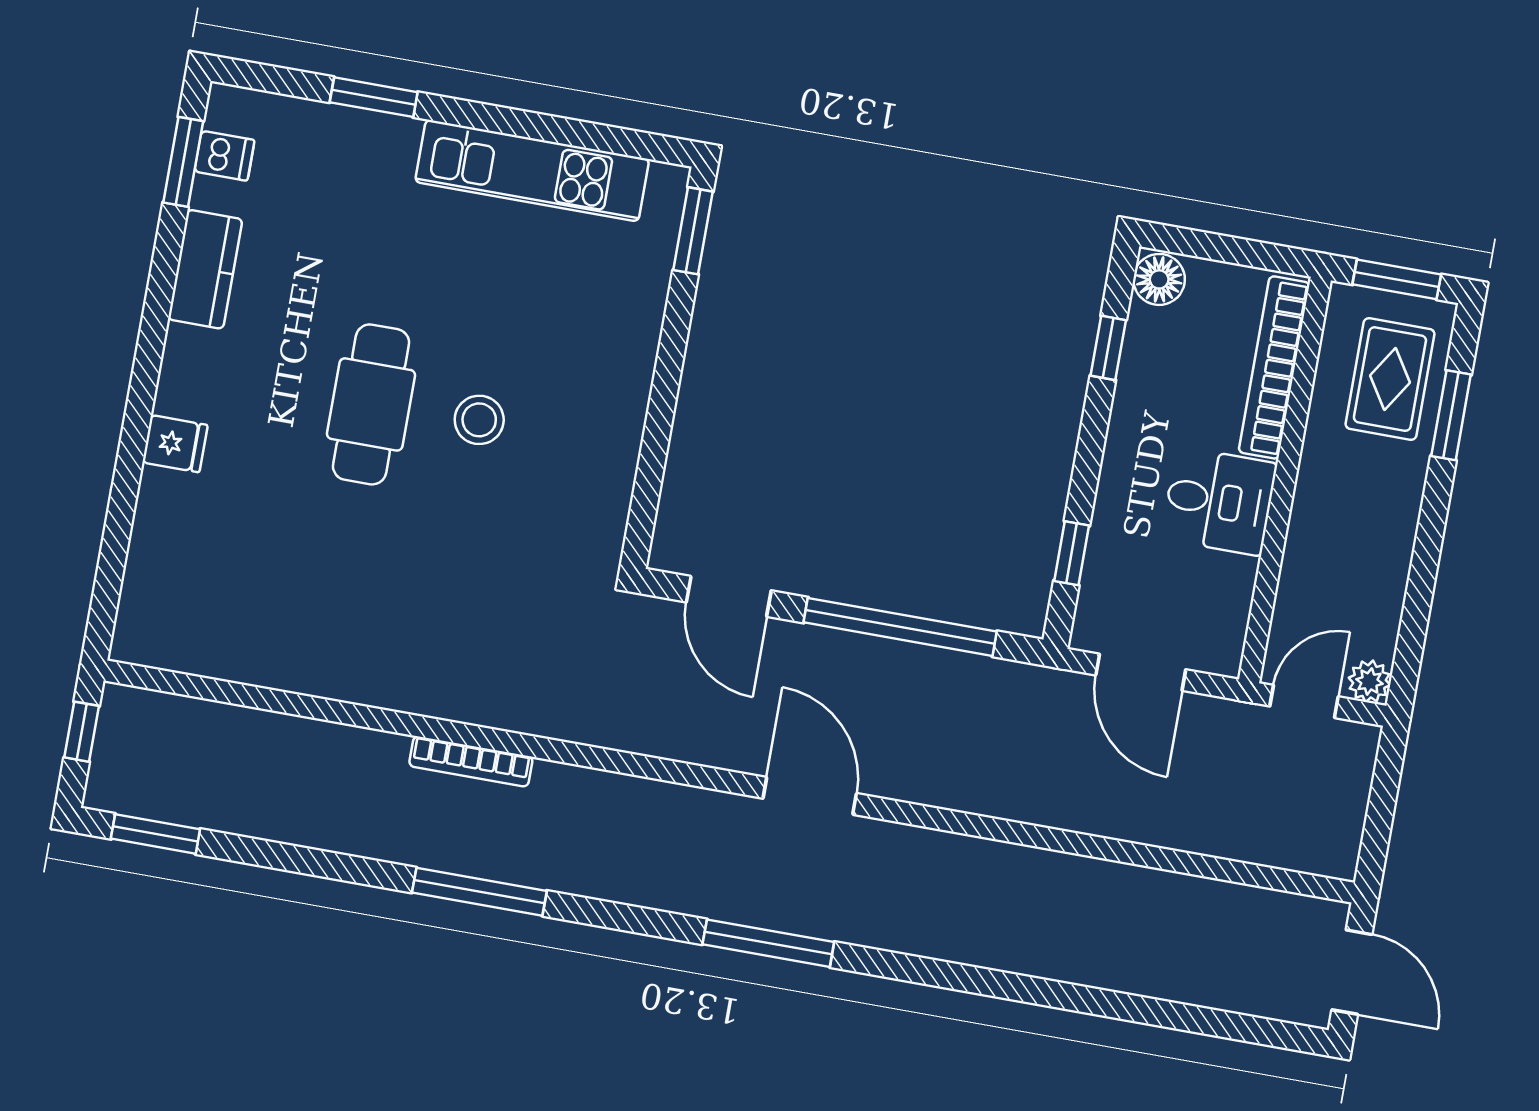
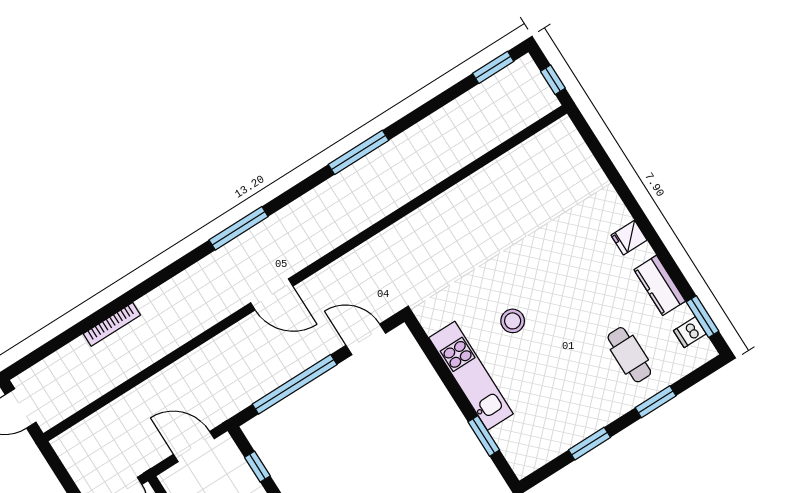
window: (533, 126) -> (590, 444), added
kitchen unit: (532, 171) -> (471, 376), moved, turned 90
window: (693, 231) -> (484, 436), moved
cafe table: (371, 404) -> (629, 355), moved, width x0.73, depth x0.74
fridge: (175, 444) -> (629, 238), moved
bookcase: (471, 761) -> (112, 324), moved, turned 180

